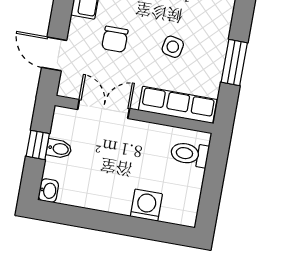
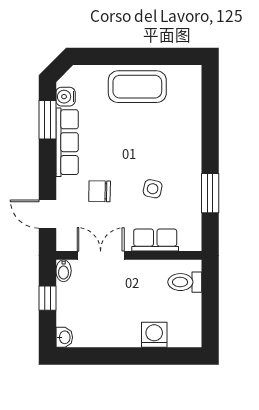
chair: (115, 39) -> (100, 191), turned 91
row of seats: (178, 105) -> (155, 240), width x0.68
bidet: (59, 149) -> (64, 271), moved, turned 90

